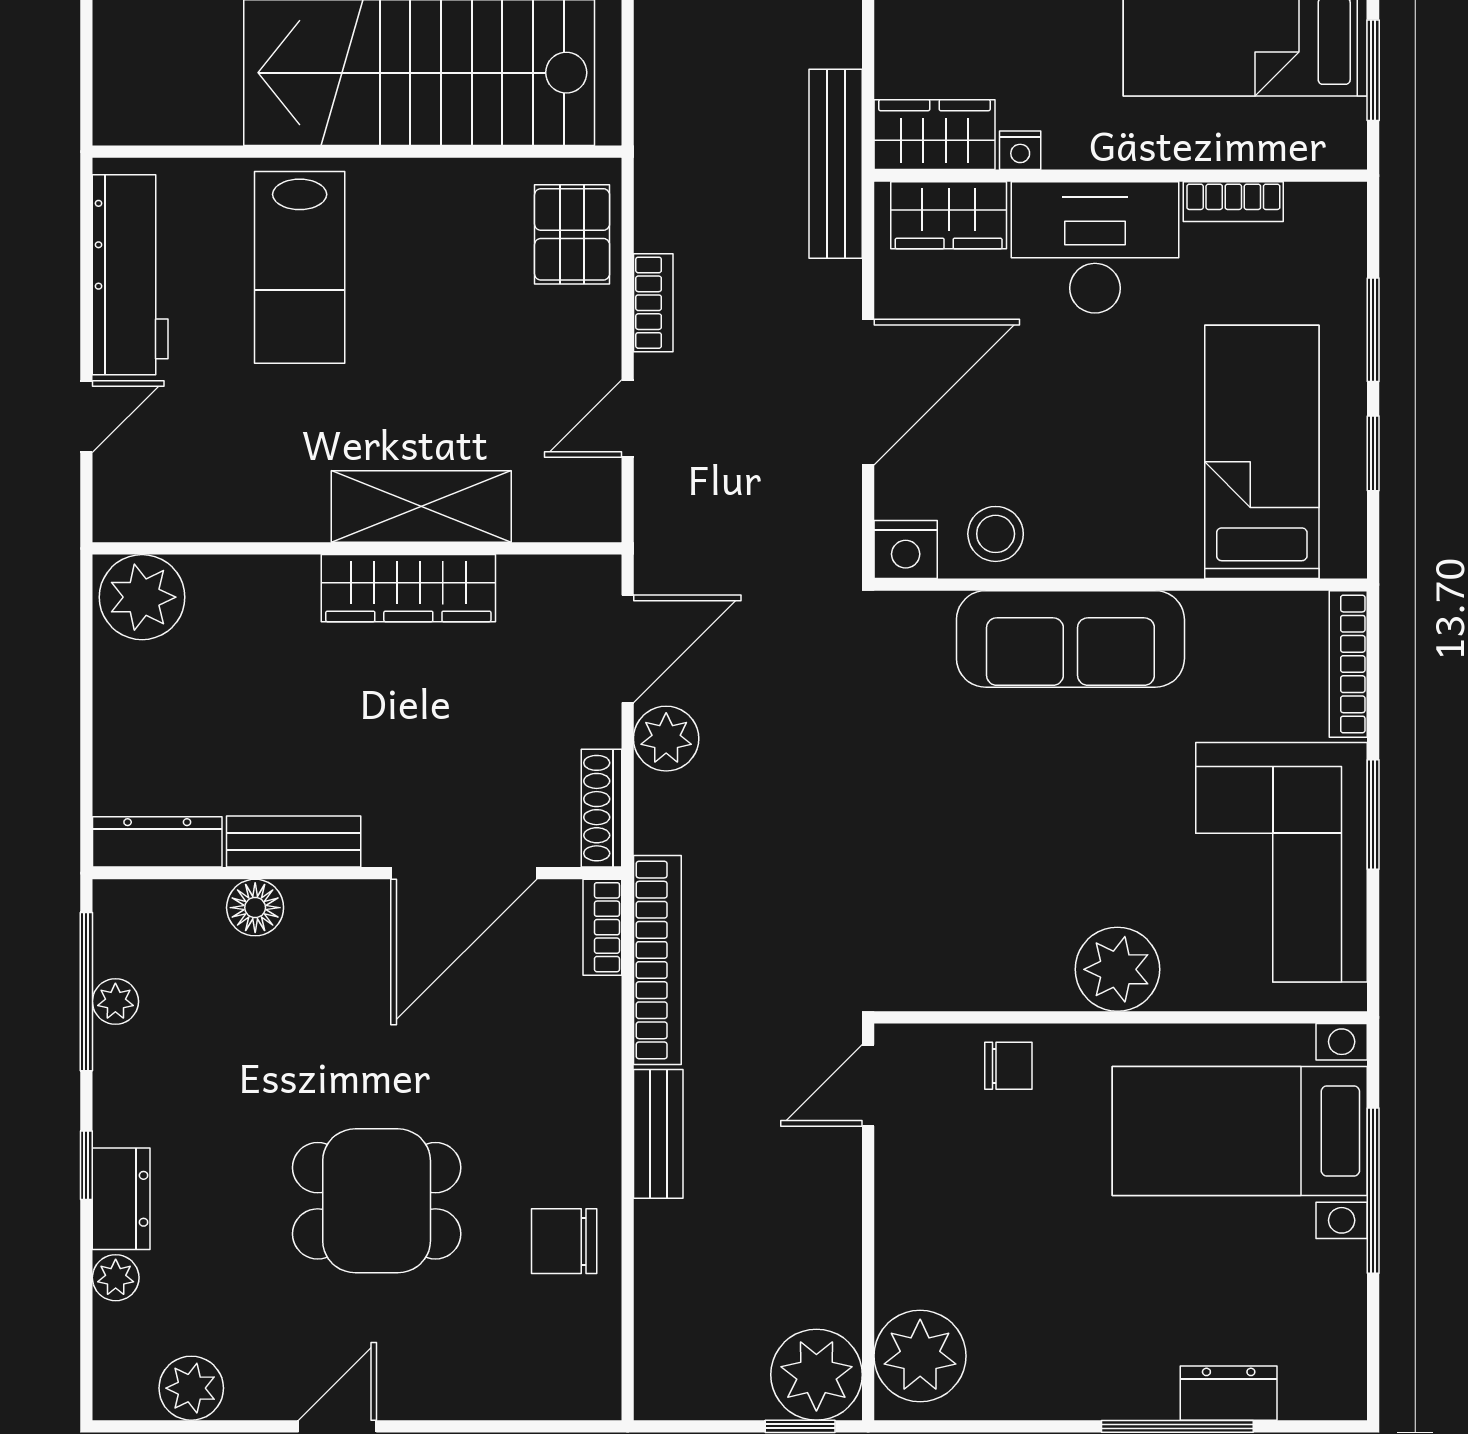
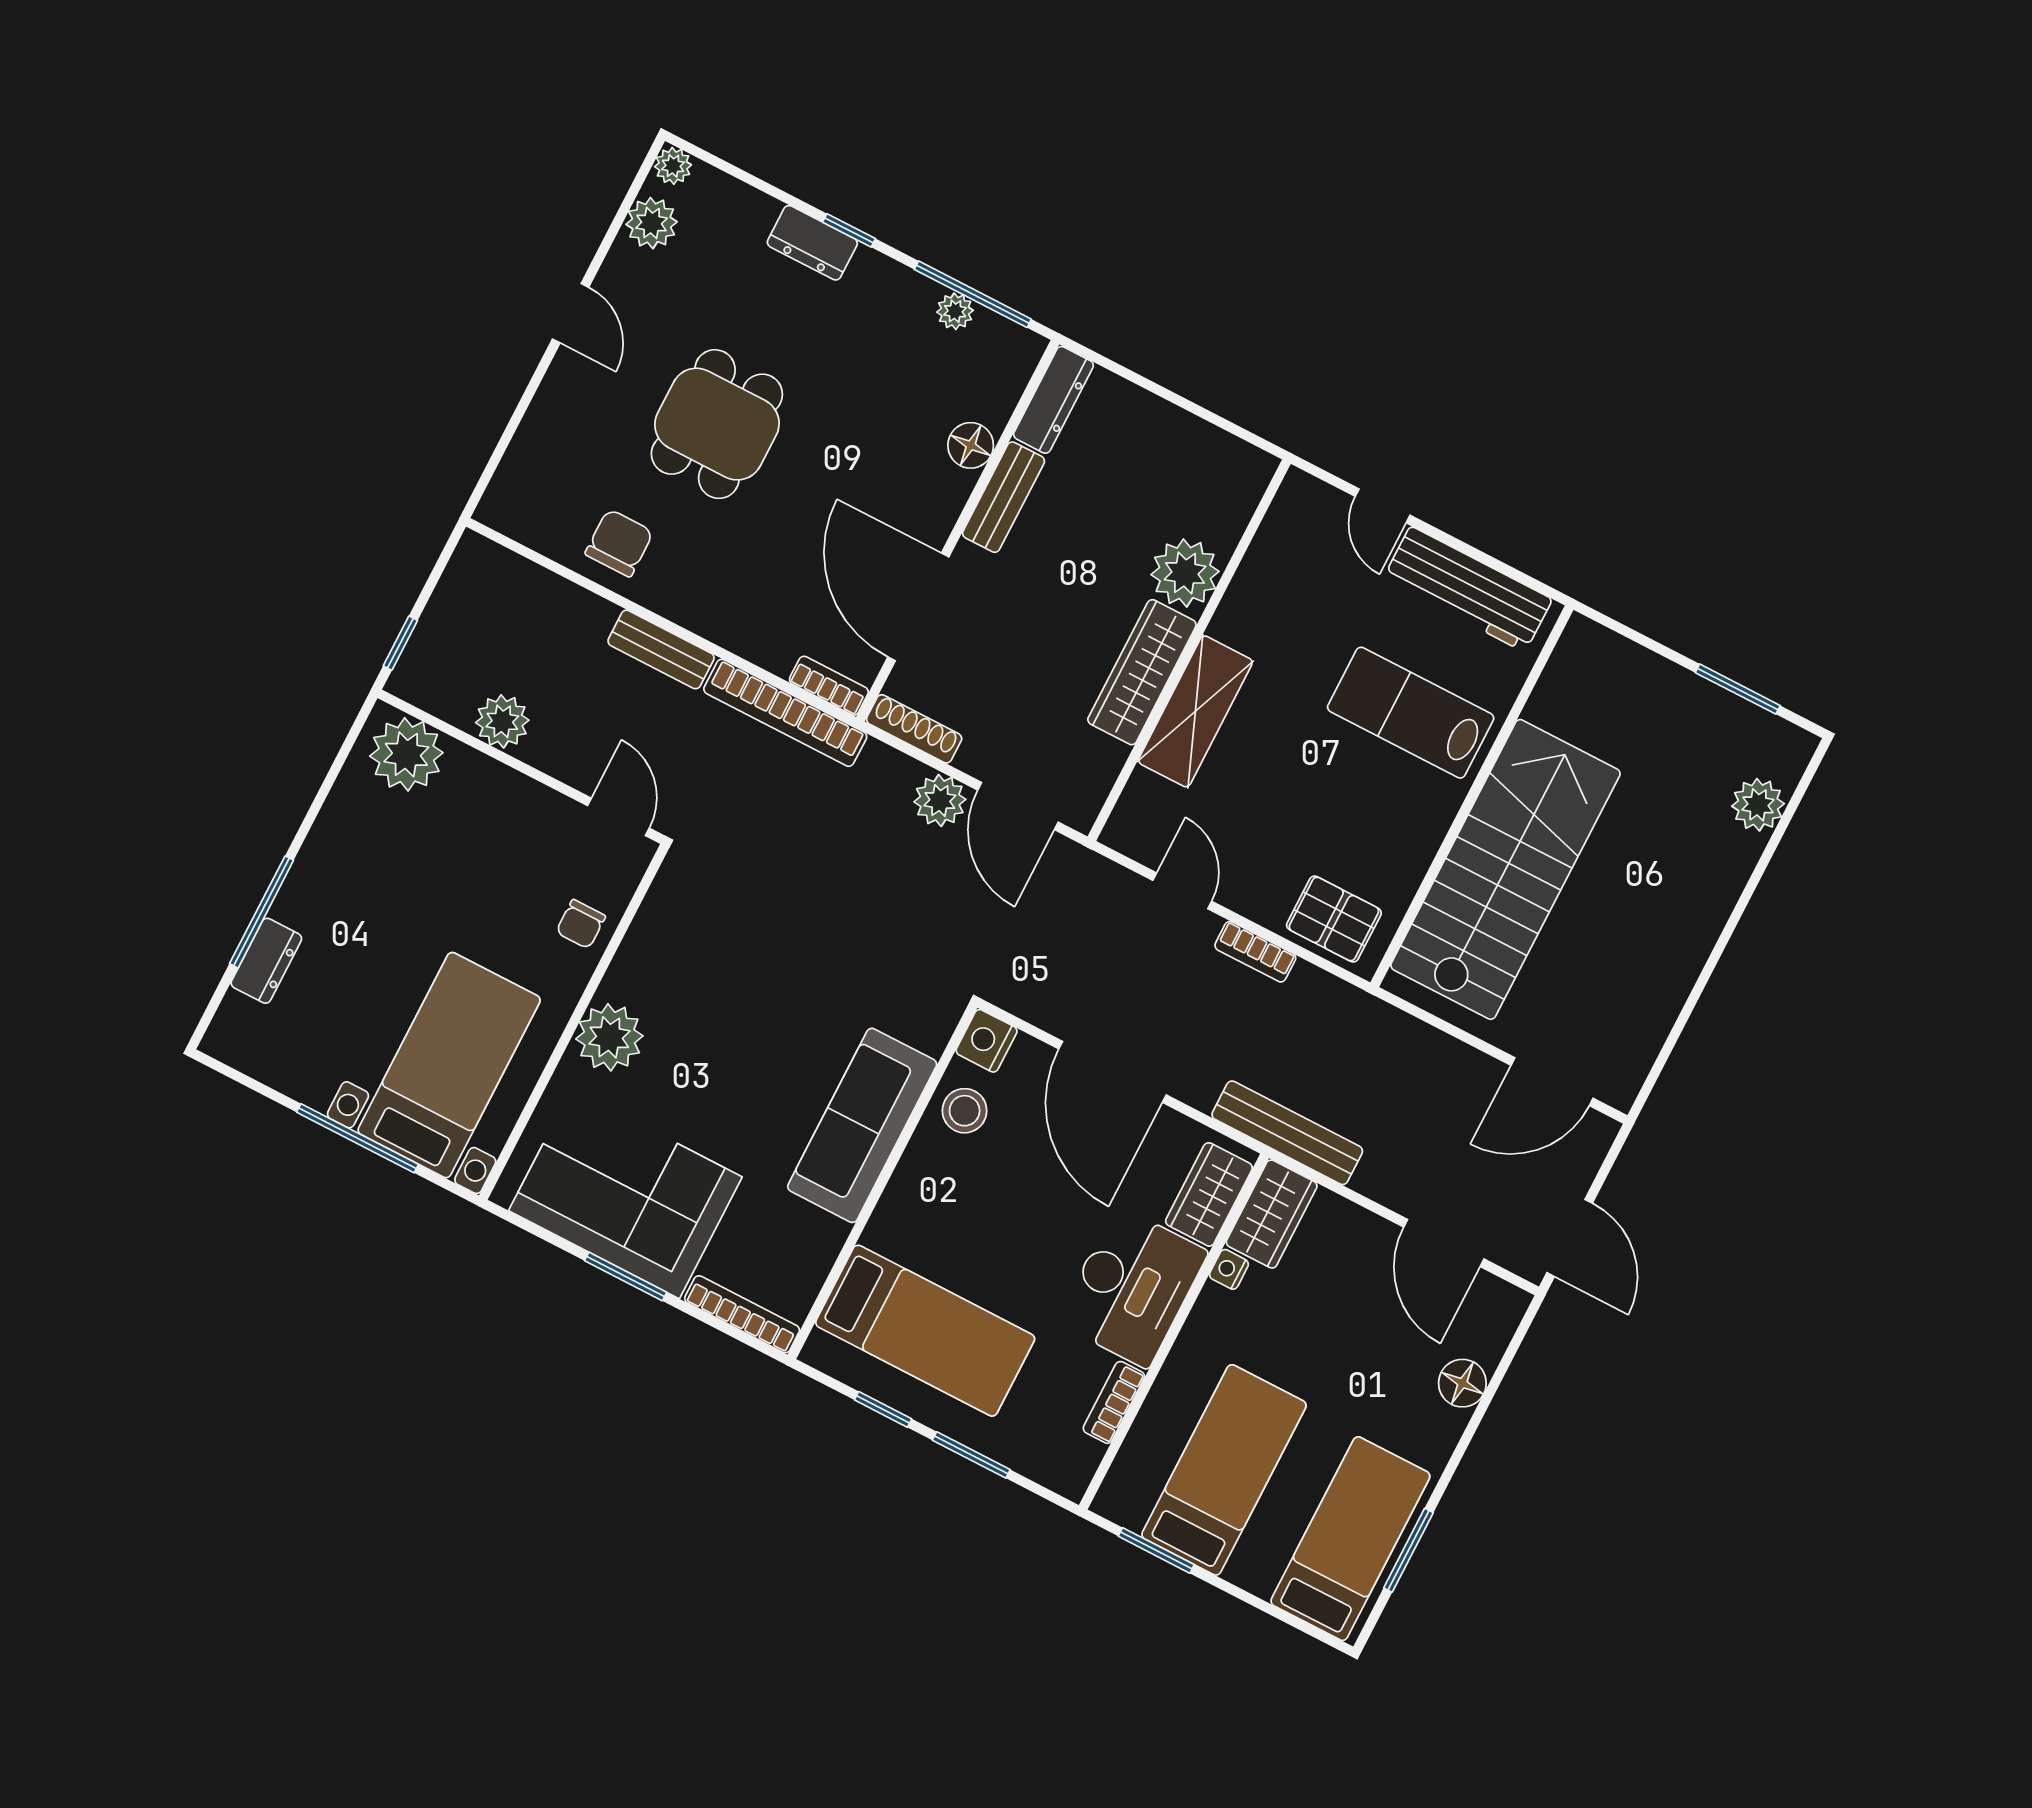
plant: (142, 597) -> (1185, 573), moved
plant: (116, 1278) -> (673, 166), moved
plant: (816, 1375) -> (502, 721), moved, width x0.73, depth x0.73

